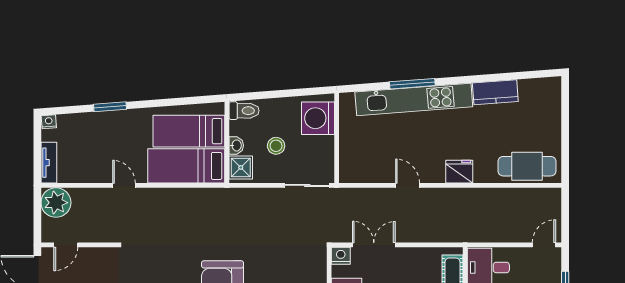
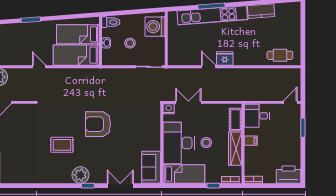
cafe table: (527, 166) -> (280, 55), width x0.73, depth x0.74
shower: (241, 167) -> (109, 56), removed
fridge: (459, 172) -> (225, 59), moved

